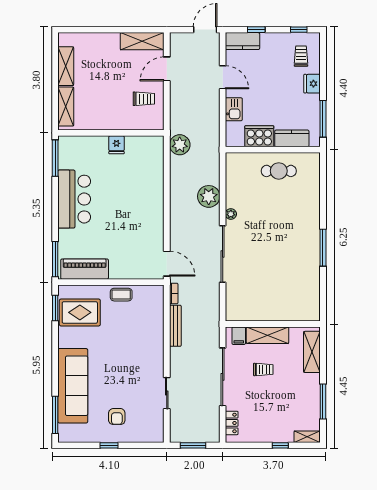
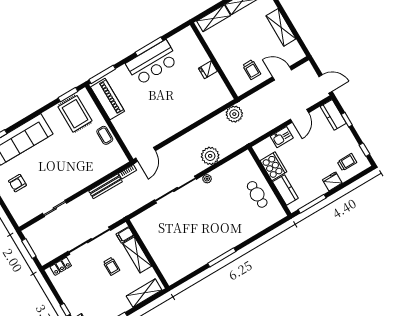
shelving: (142, 41) -> (281, 27), moved
window: (55, 158) -> (149, 46), moved

